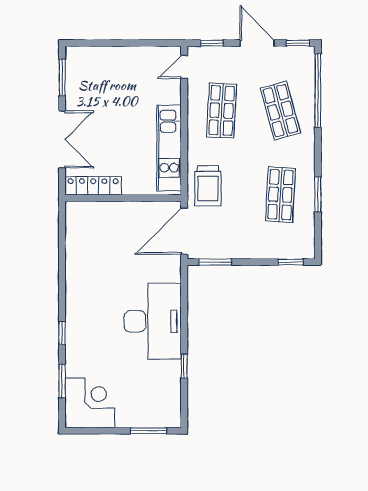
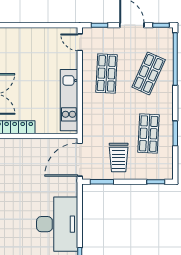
door: (184, 67) -> (80, 42), hinge flipped
shop shelf: (280, 111) -> (149, 73), turned 39
trolley: (208, 186) -> (119, 158), moved

